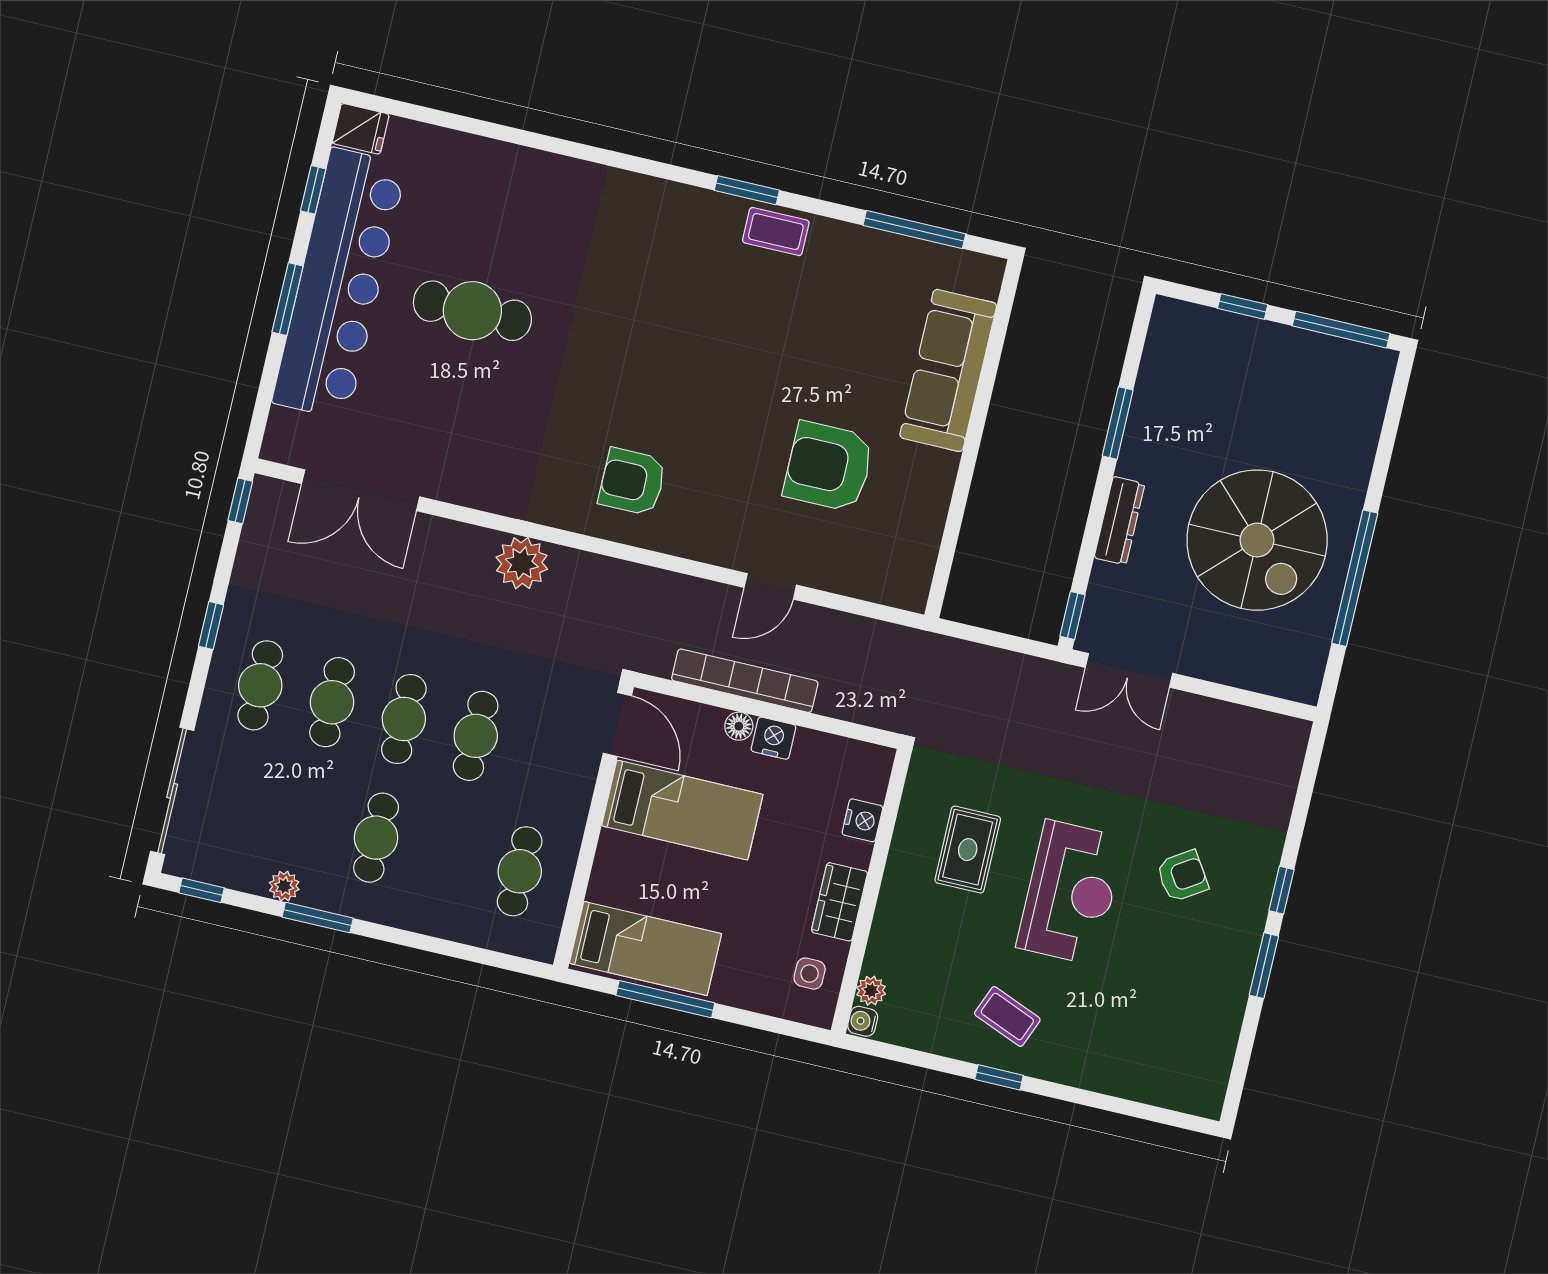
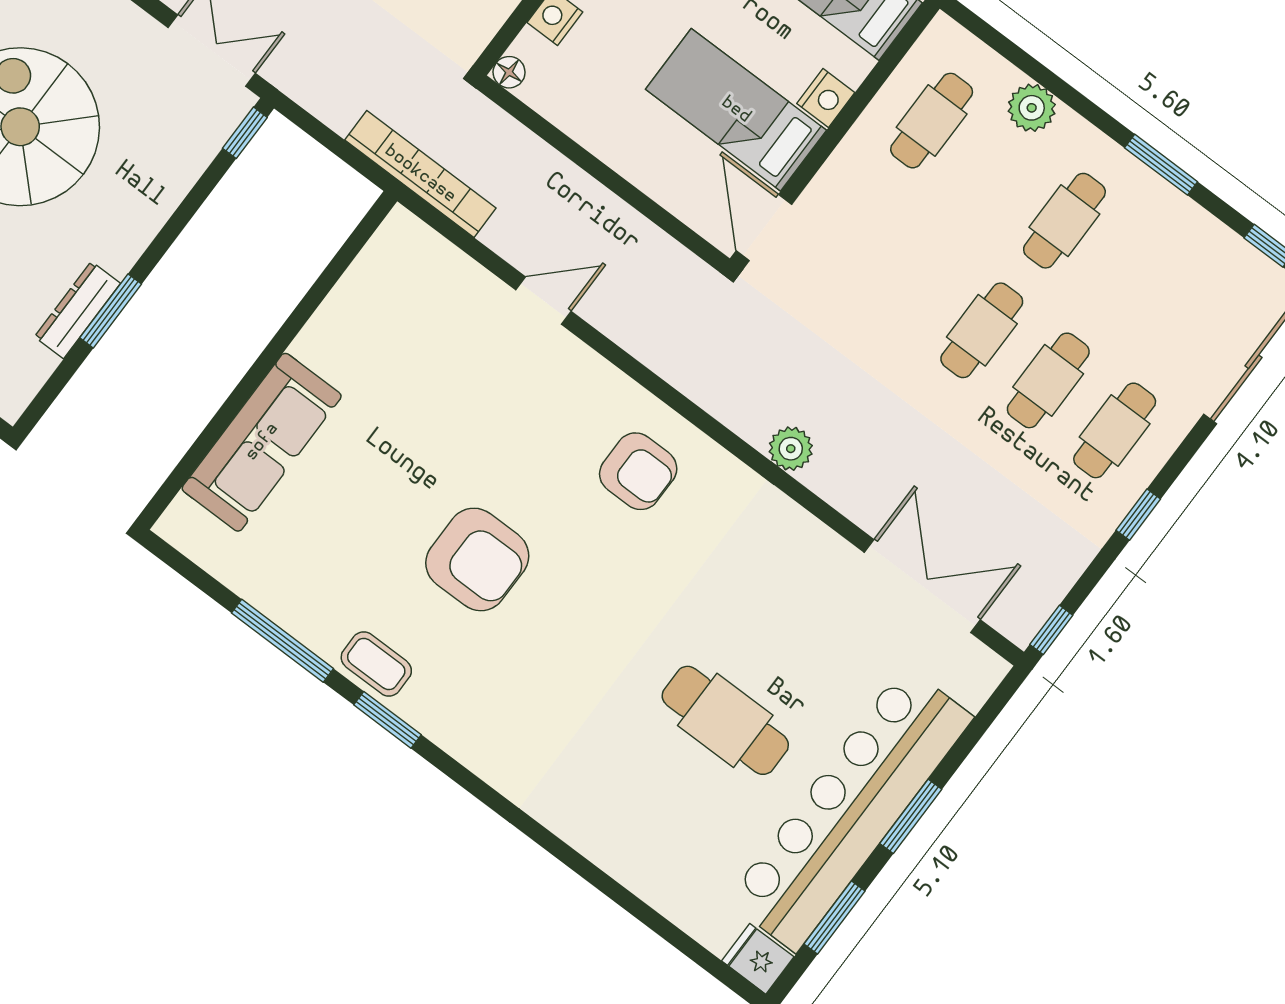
window: (313, 190) -> (835, 918), width x1.50
window: (914, 230) -> (282, 641), moved
armchair: (829, 467) -> (477, 559), moved
dresser: (1119, 521) -> (77, 310), moved
plant: (522, 563) -> (791, 449), width x0.73, depth x0.73
bookcase: (745, 681) -> (420, 174), moved, turned 180
floor lamp: (739, 726) -> (509, 72), moved
cafe table: (476, 736) -> (915, 280), removed
nightstand: (773, 738) -> (826, 98), moved, turned -90
plant: (284, 886) -> (1032, 108), moved, width x1.38, depth x1.38

